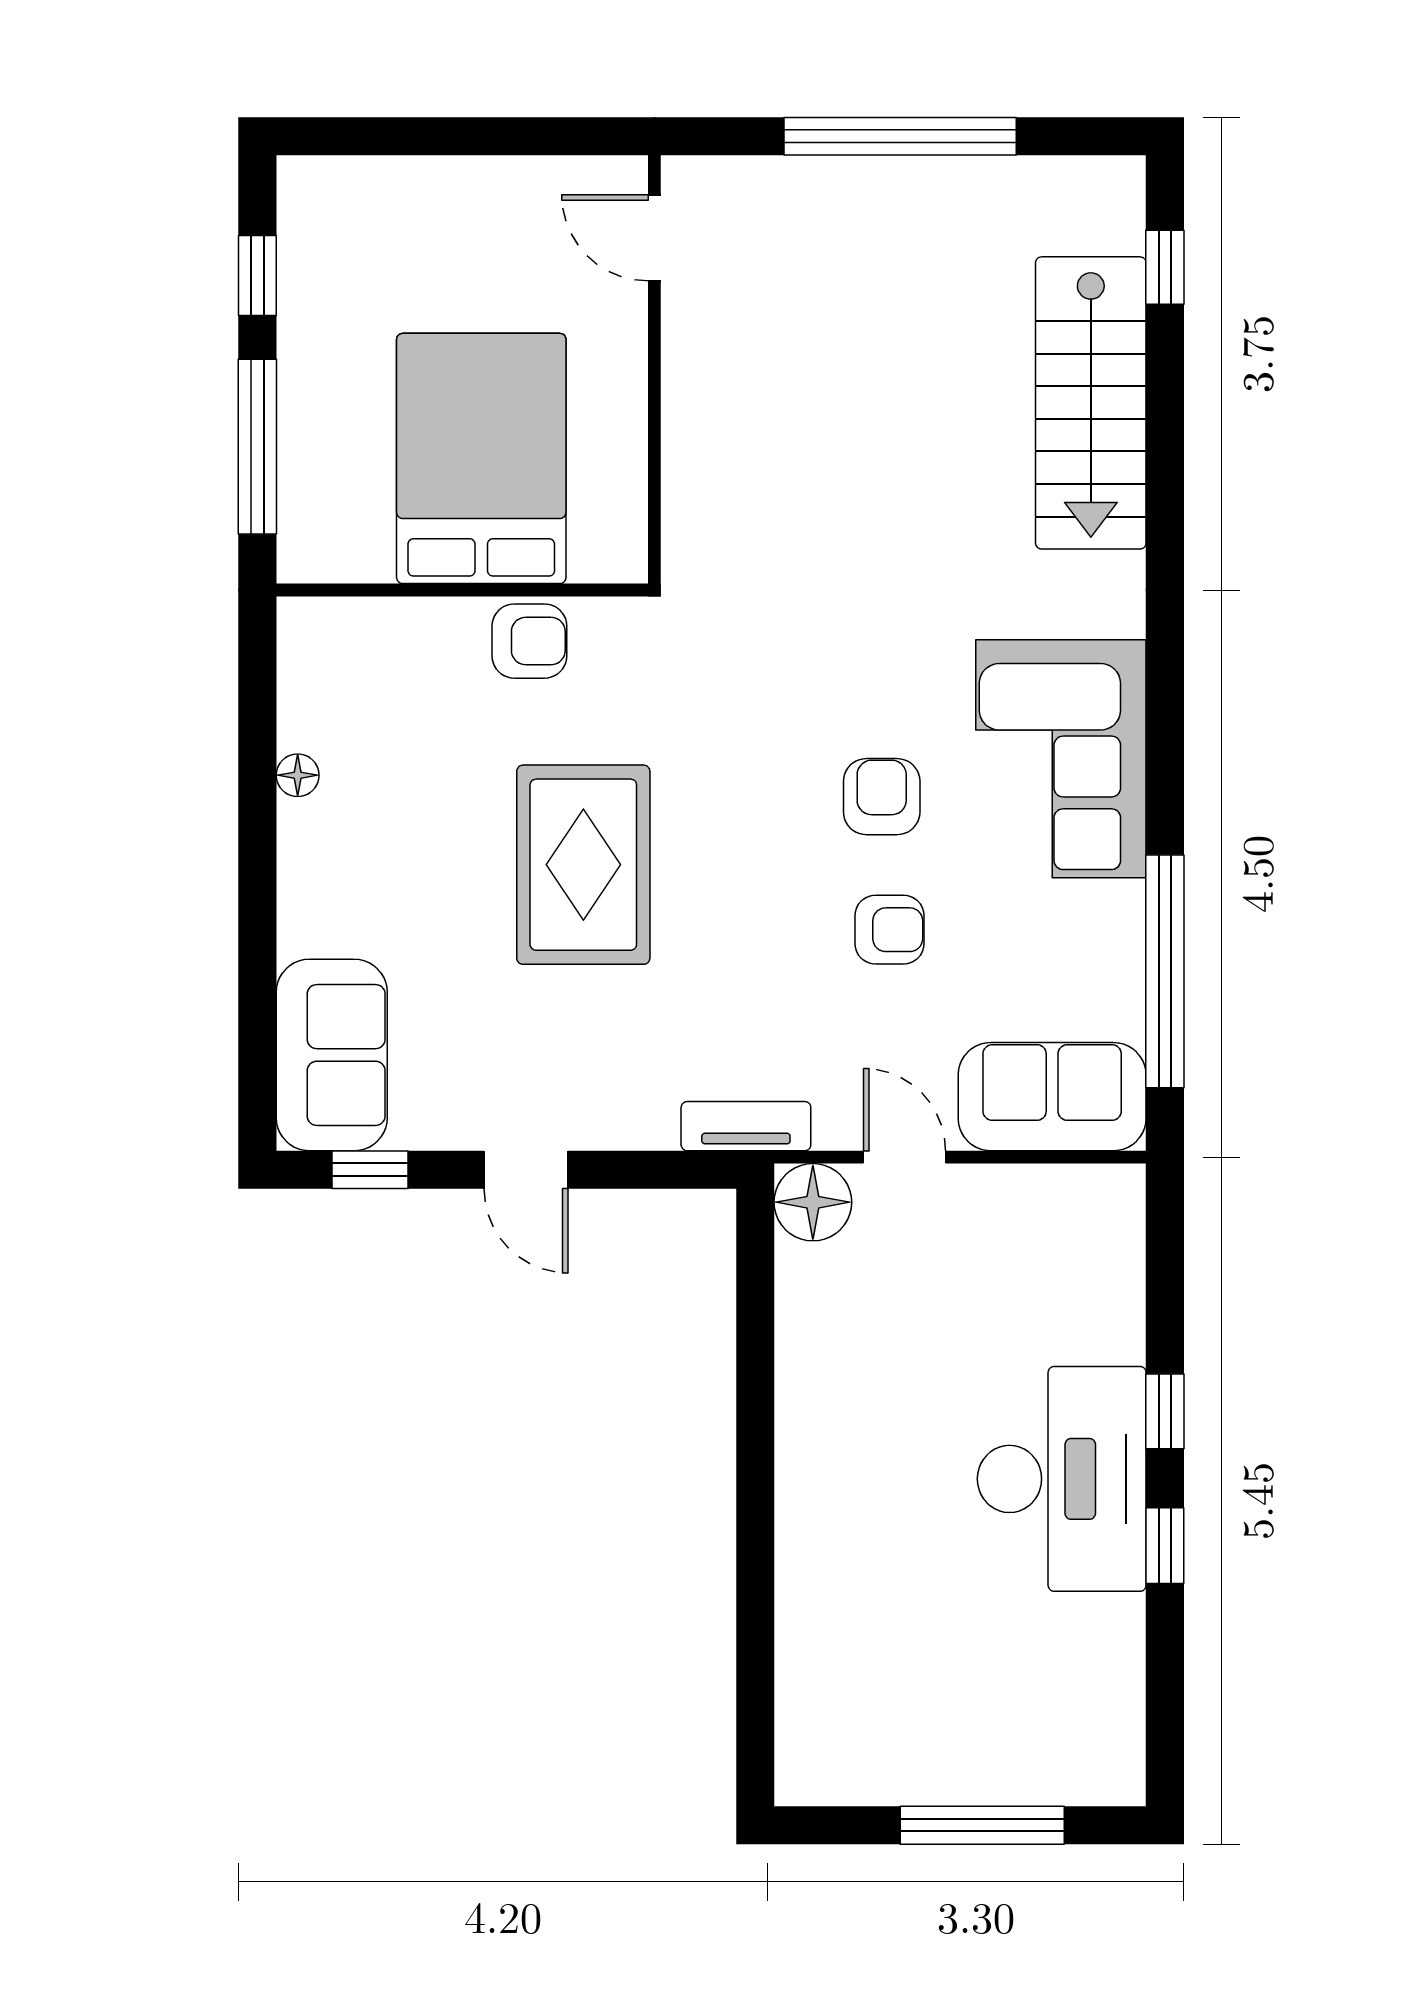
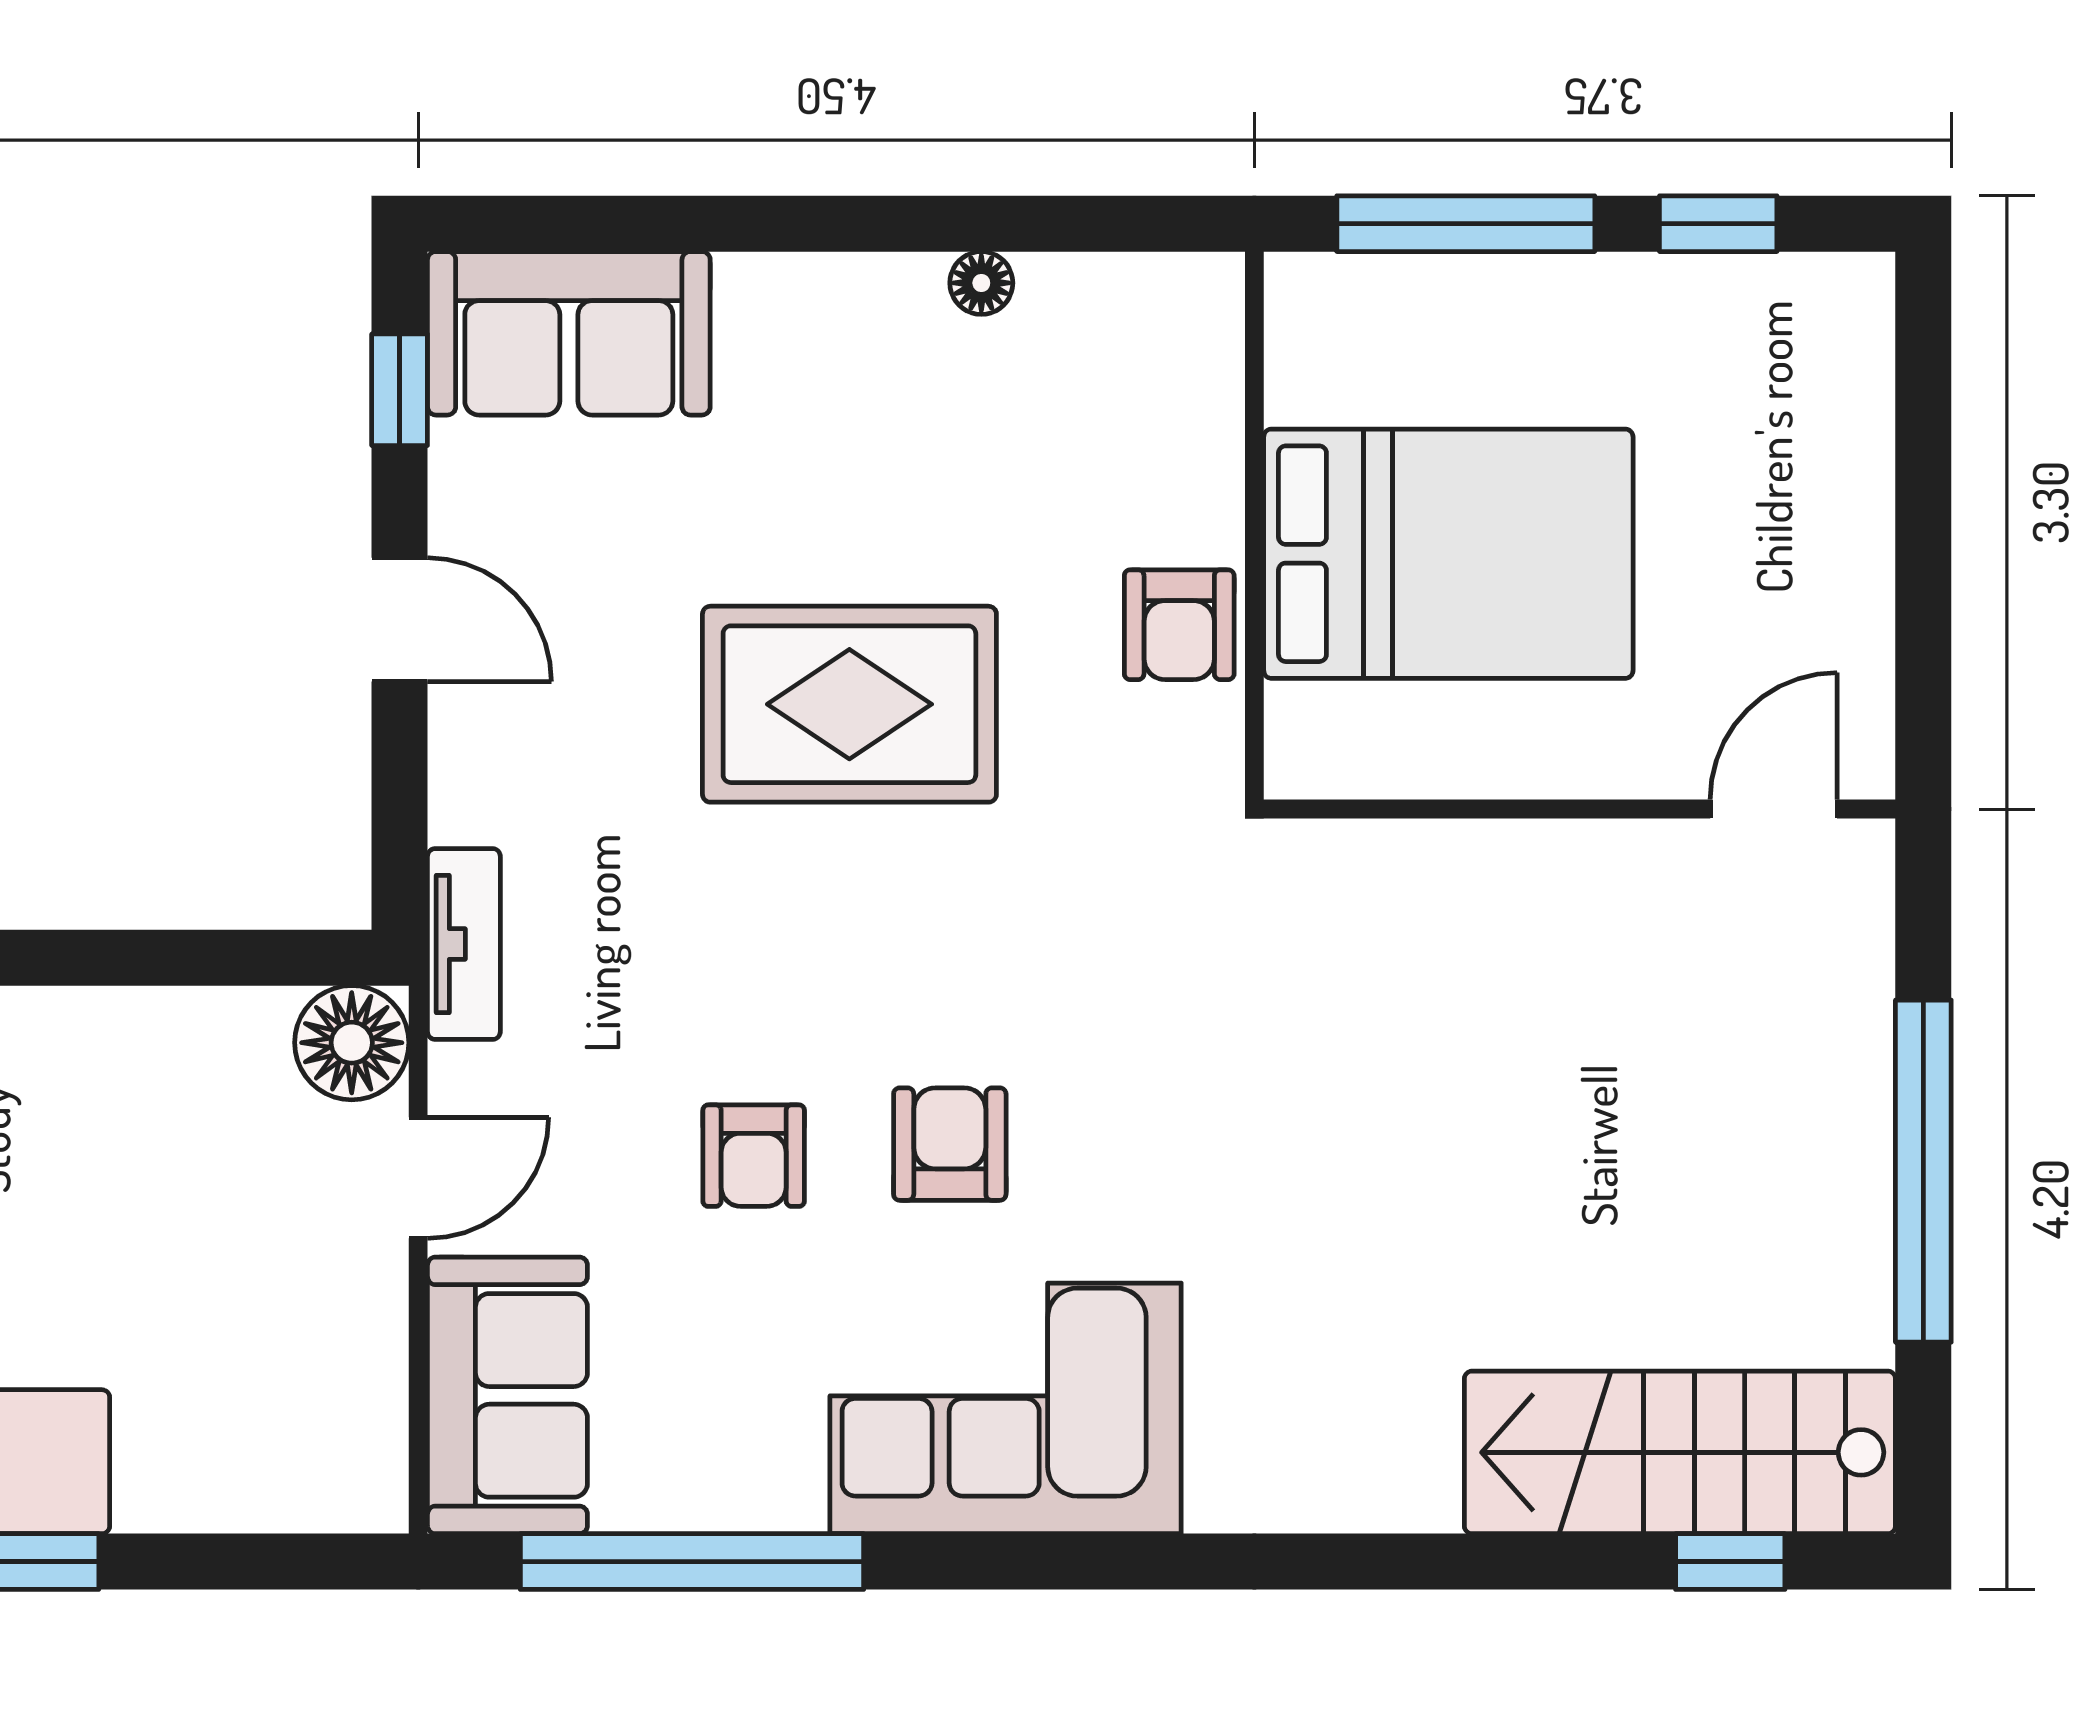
stairs: (1091, 403) -> (1680, 1452), moved
armchair: (882, 797) -> (950, 1144), turned -90
door: (526, 1170) -> (400, 620), swing flipped

